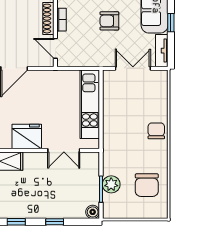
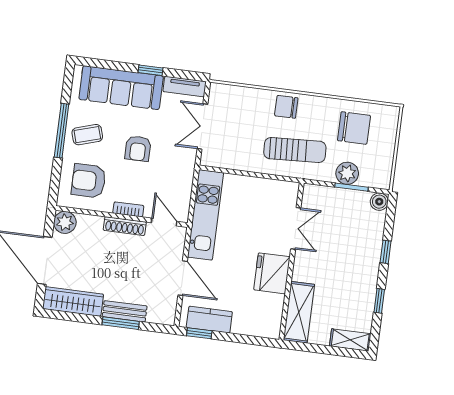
door: (55, 48) -> (164, 222), swing flipped
kitchen unit: (90, 104) -> (205, 215), moved, turned -90
sun lounger: (124, 142) -> (295, 150), added

